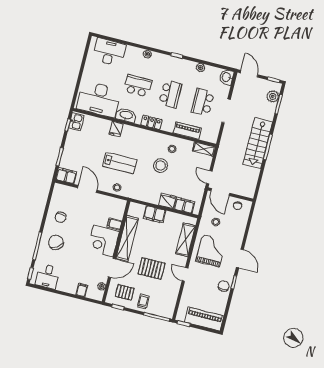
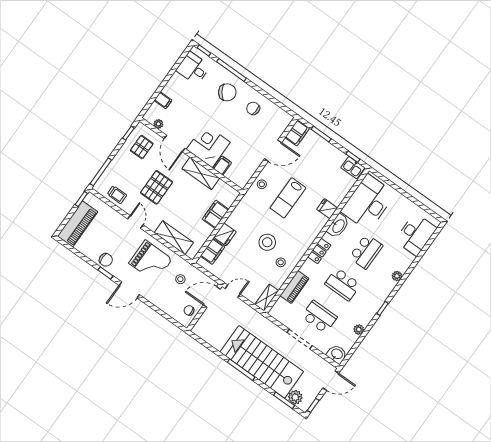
stairs: (258, 143) -> (262, 362), width x1.36, depth x1.51
shelving: (127, 238) -> (201, 173), width x0.68
door: (185, 274) -> (135, 222), hinge flipped
trolley: (143, 302) -> (117, 195), moved

